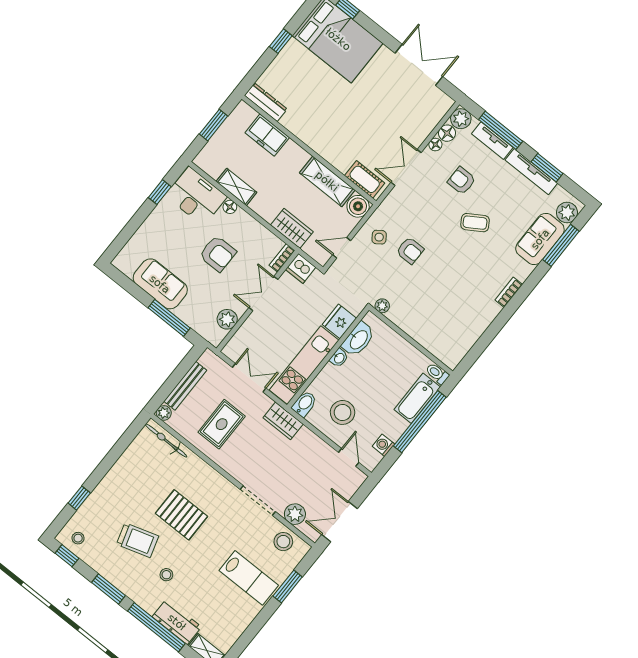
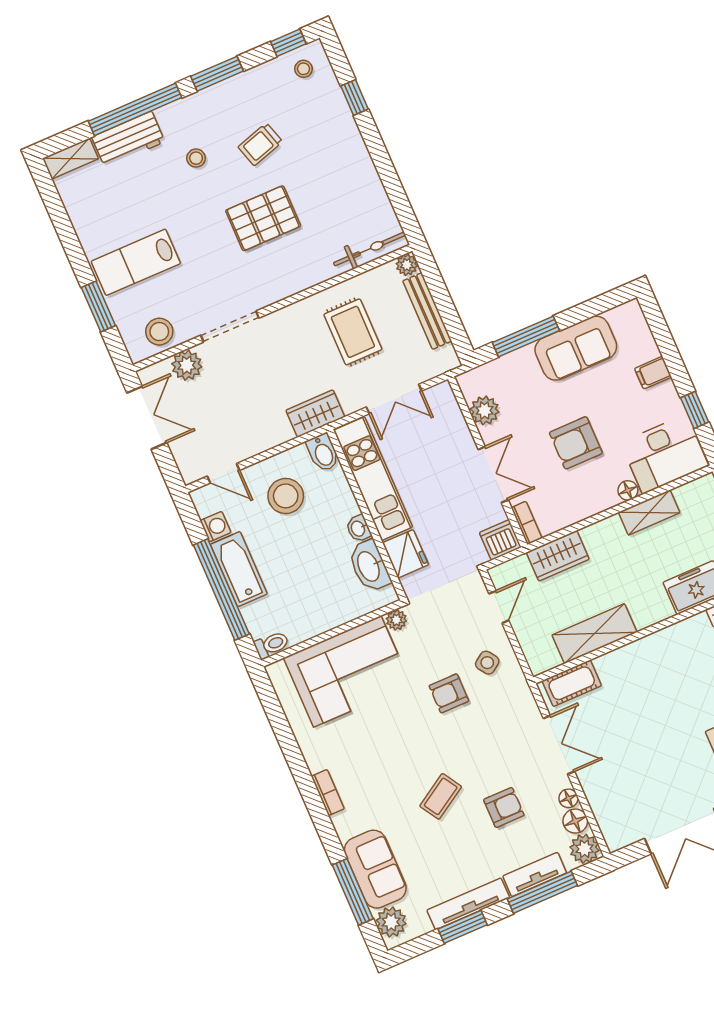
boiler: (358, 206) -> (541, 656), removed
filing cabinet: (150, 229) -> (653, 373), added
corner sofa: (429, 319) -> (347, 671), added
bathtub: (417, 398) -> (239, 569), moved
trolley: (138, 540) -> (260, 144), width x0.73, depth x0.72

